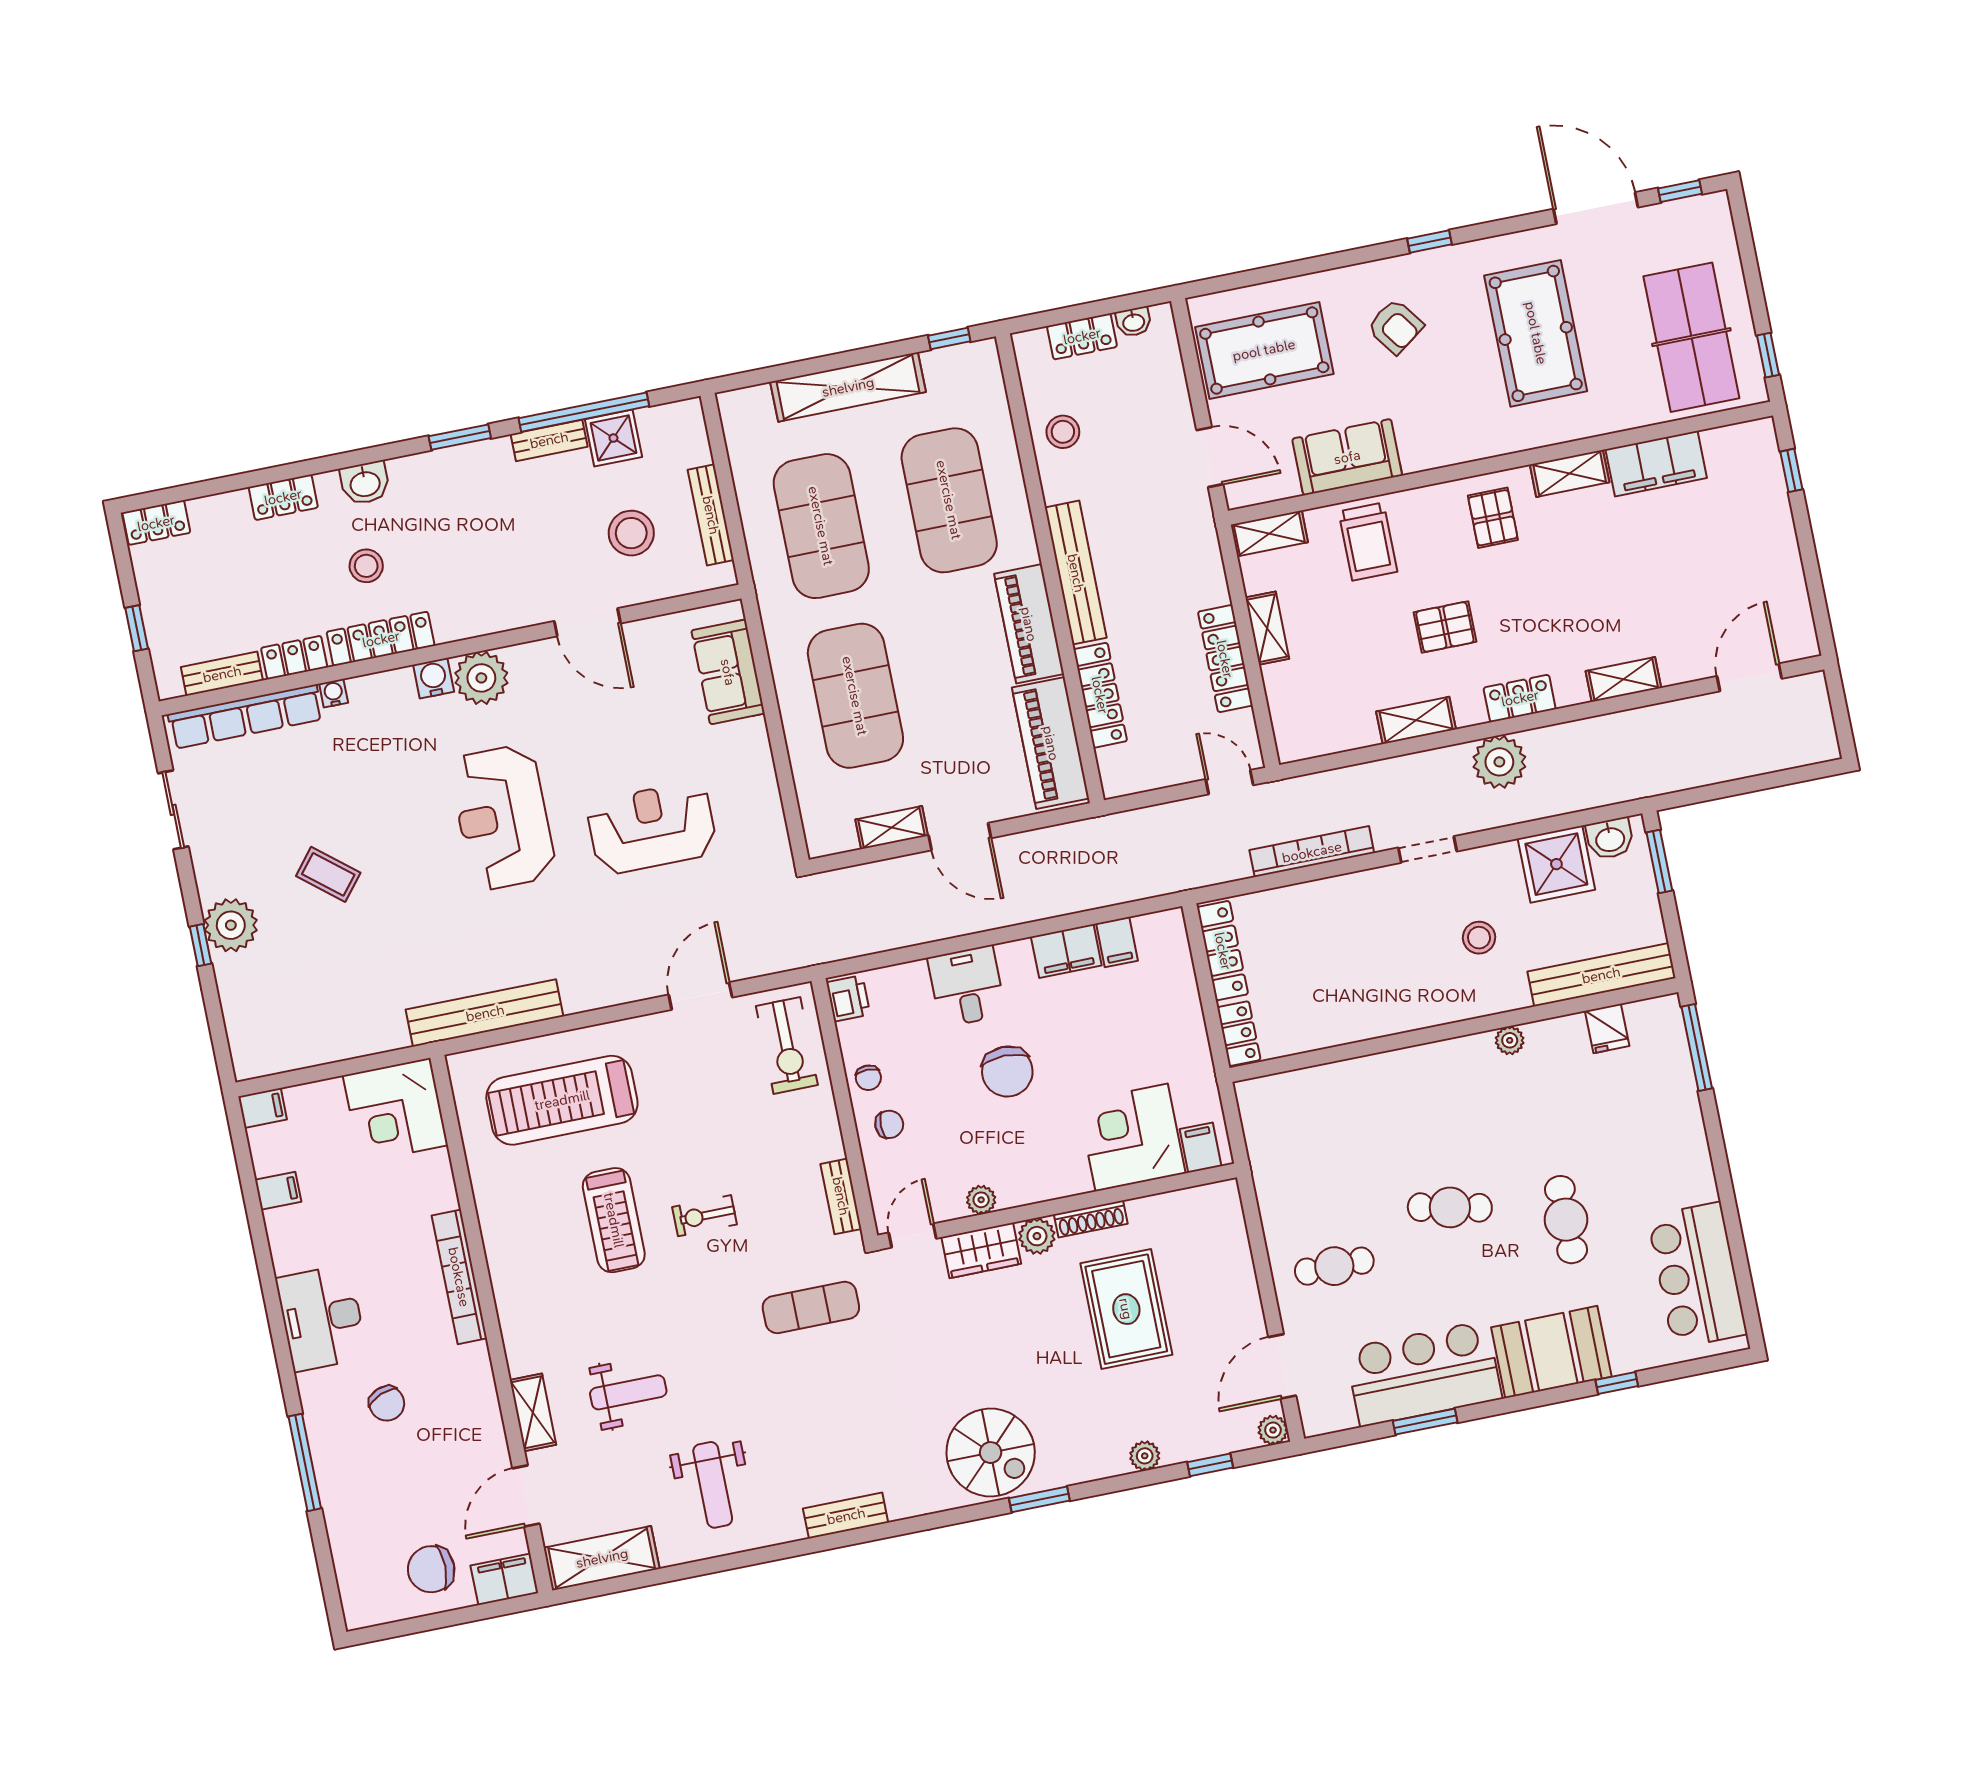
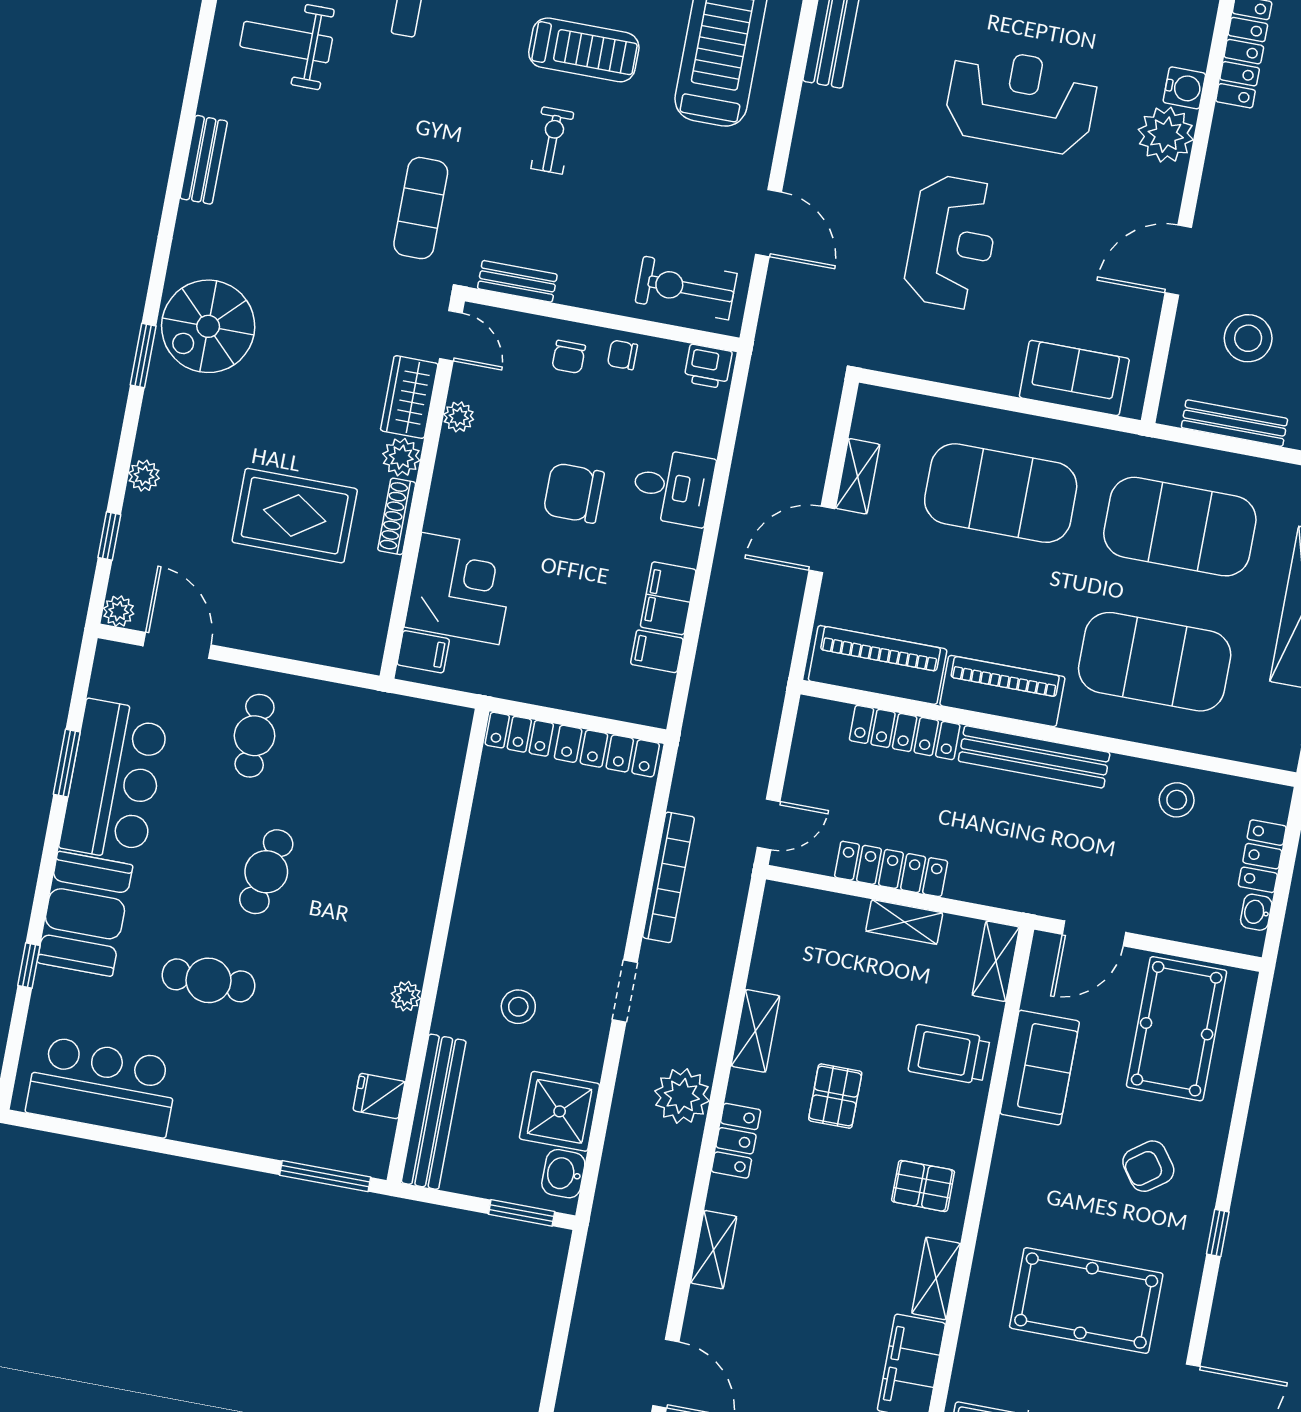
treadmill: (614, 1220) -> (584, 50), turned 180

